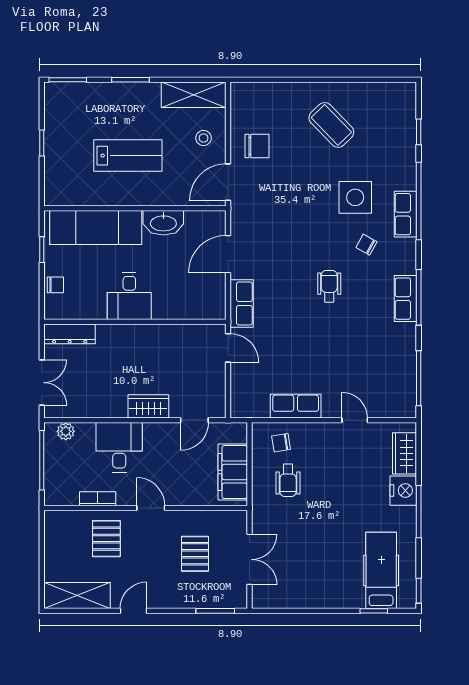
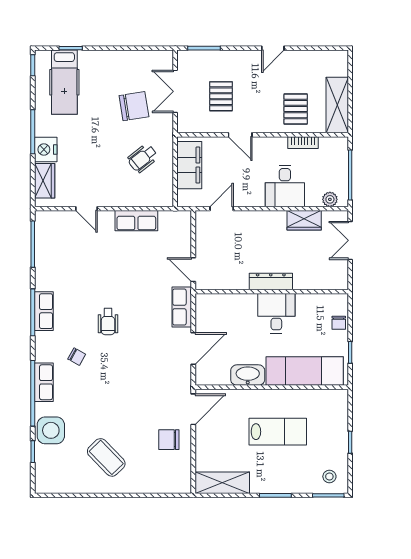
stool: (204, 138) -> (329, 476), moved
lab bench: (128, 156) -> (278, 432), turned 180
side table: (355, 197) -> (51, 430), moved
chair: (55, 285) -> (339, 323), turned -90
dresser: (70, 334) -> (271, 281), moved
wardrobe: (148, 406) -> (304, 220), moved
chair: (281, 443) -> (134, 106), moved, width x1.87, depth x1.87
wheelchair: (288, 480) -> (143, 158), turned -128
door: (151, 508) -> (240, 135), moved
shelving: (77, 595) -> (337, 105), moved, turned 90

